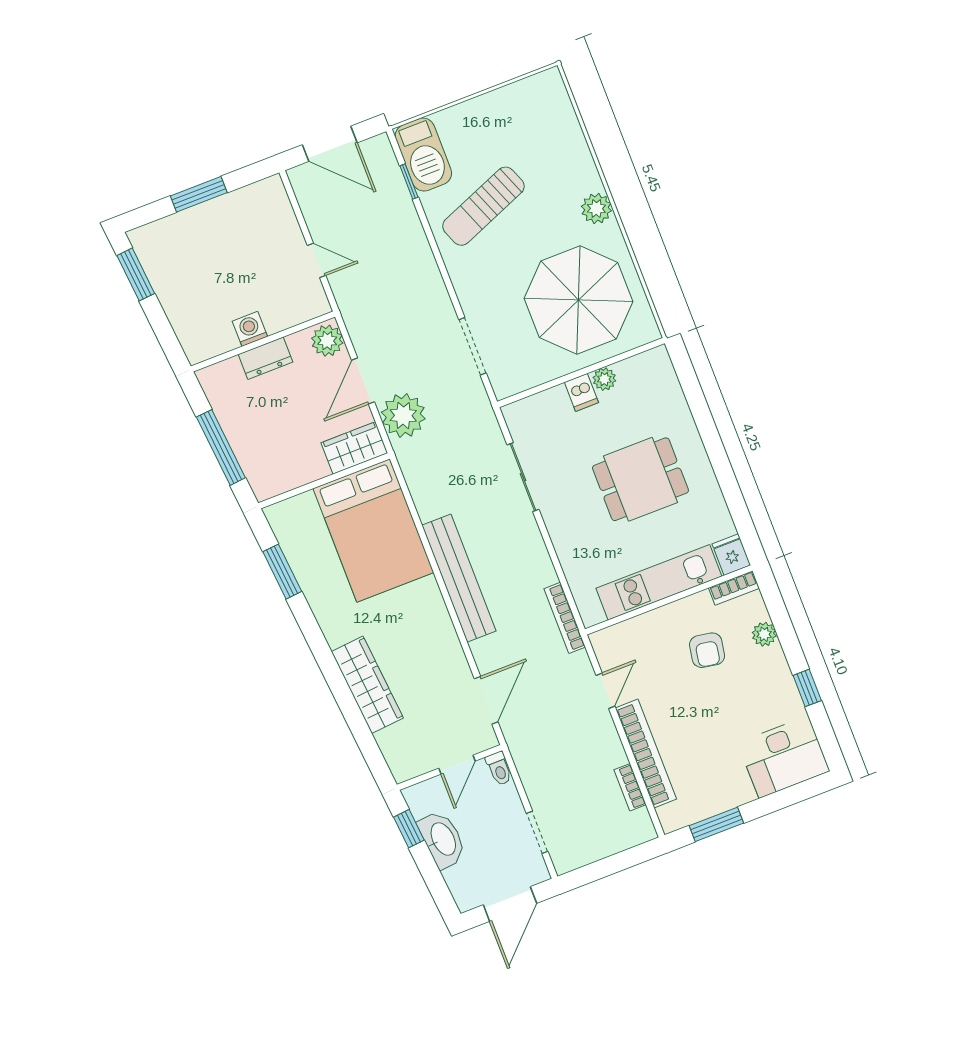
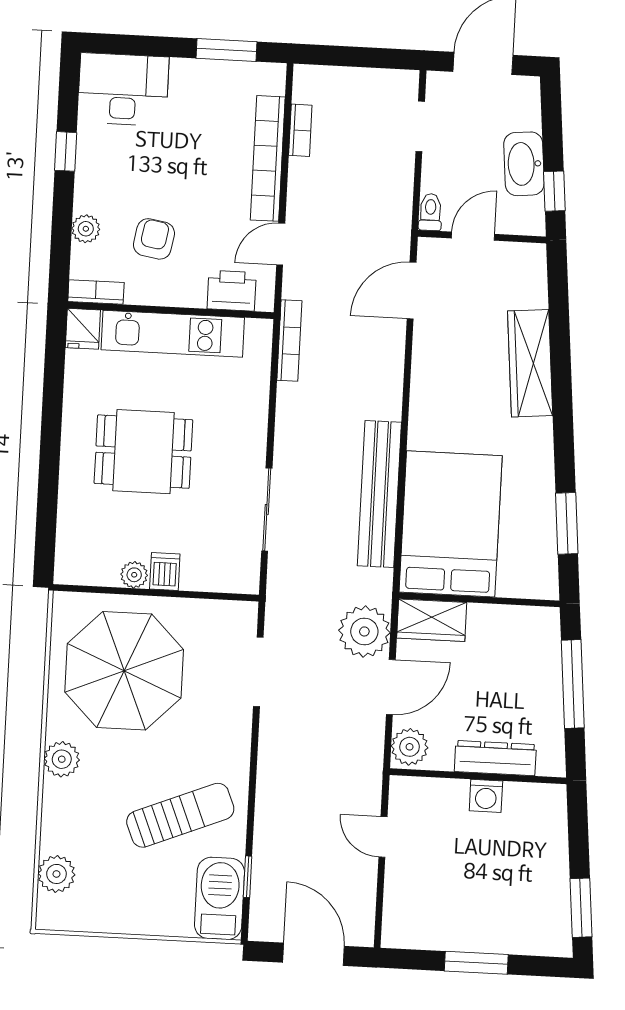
plant: (560, 116) -> (56, 874), added
dresser: (266, 358) -> (495, 758), width x1.44
bench: (459, 578) -> (379, 494), moved
printer: (628, 637) -> (232, 291), added

